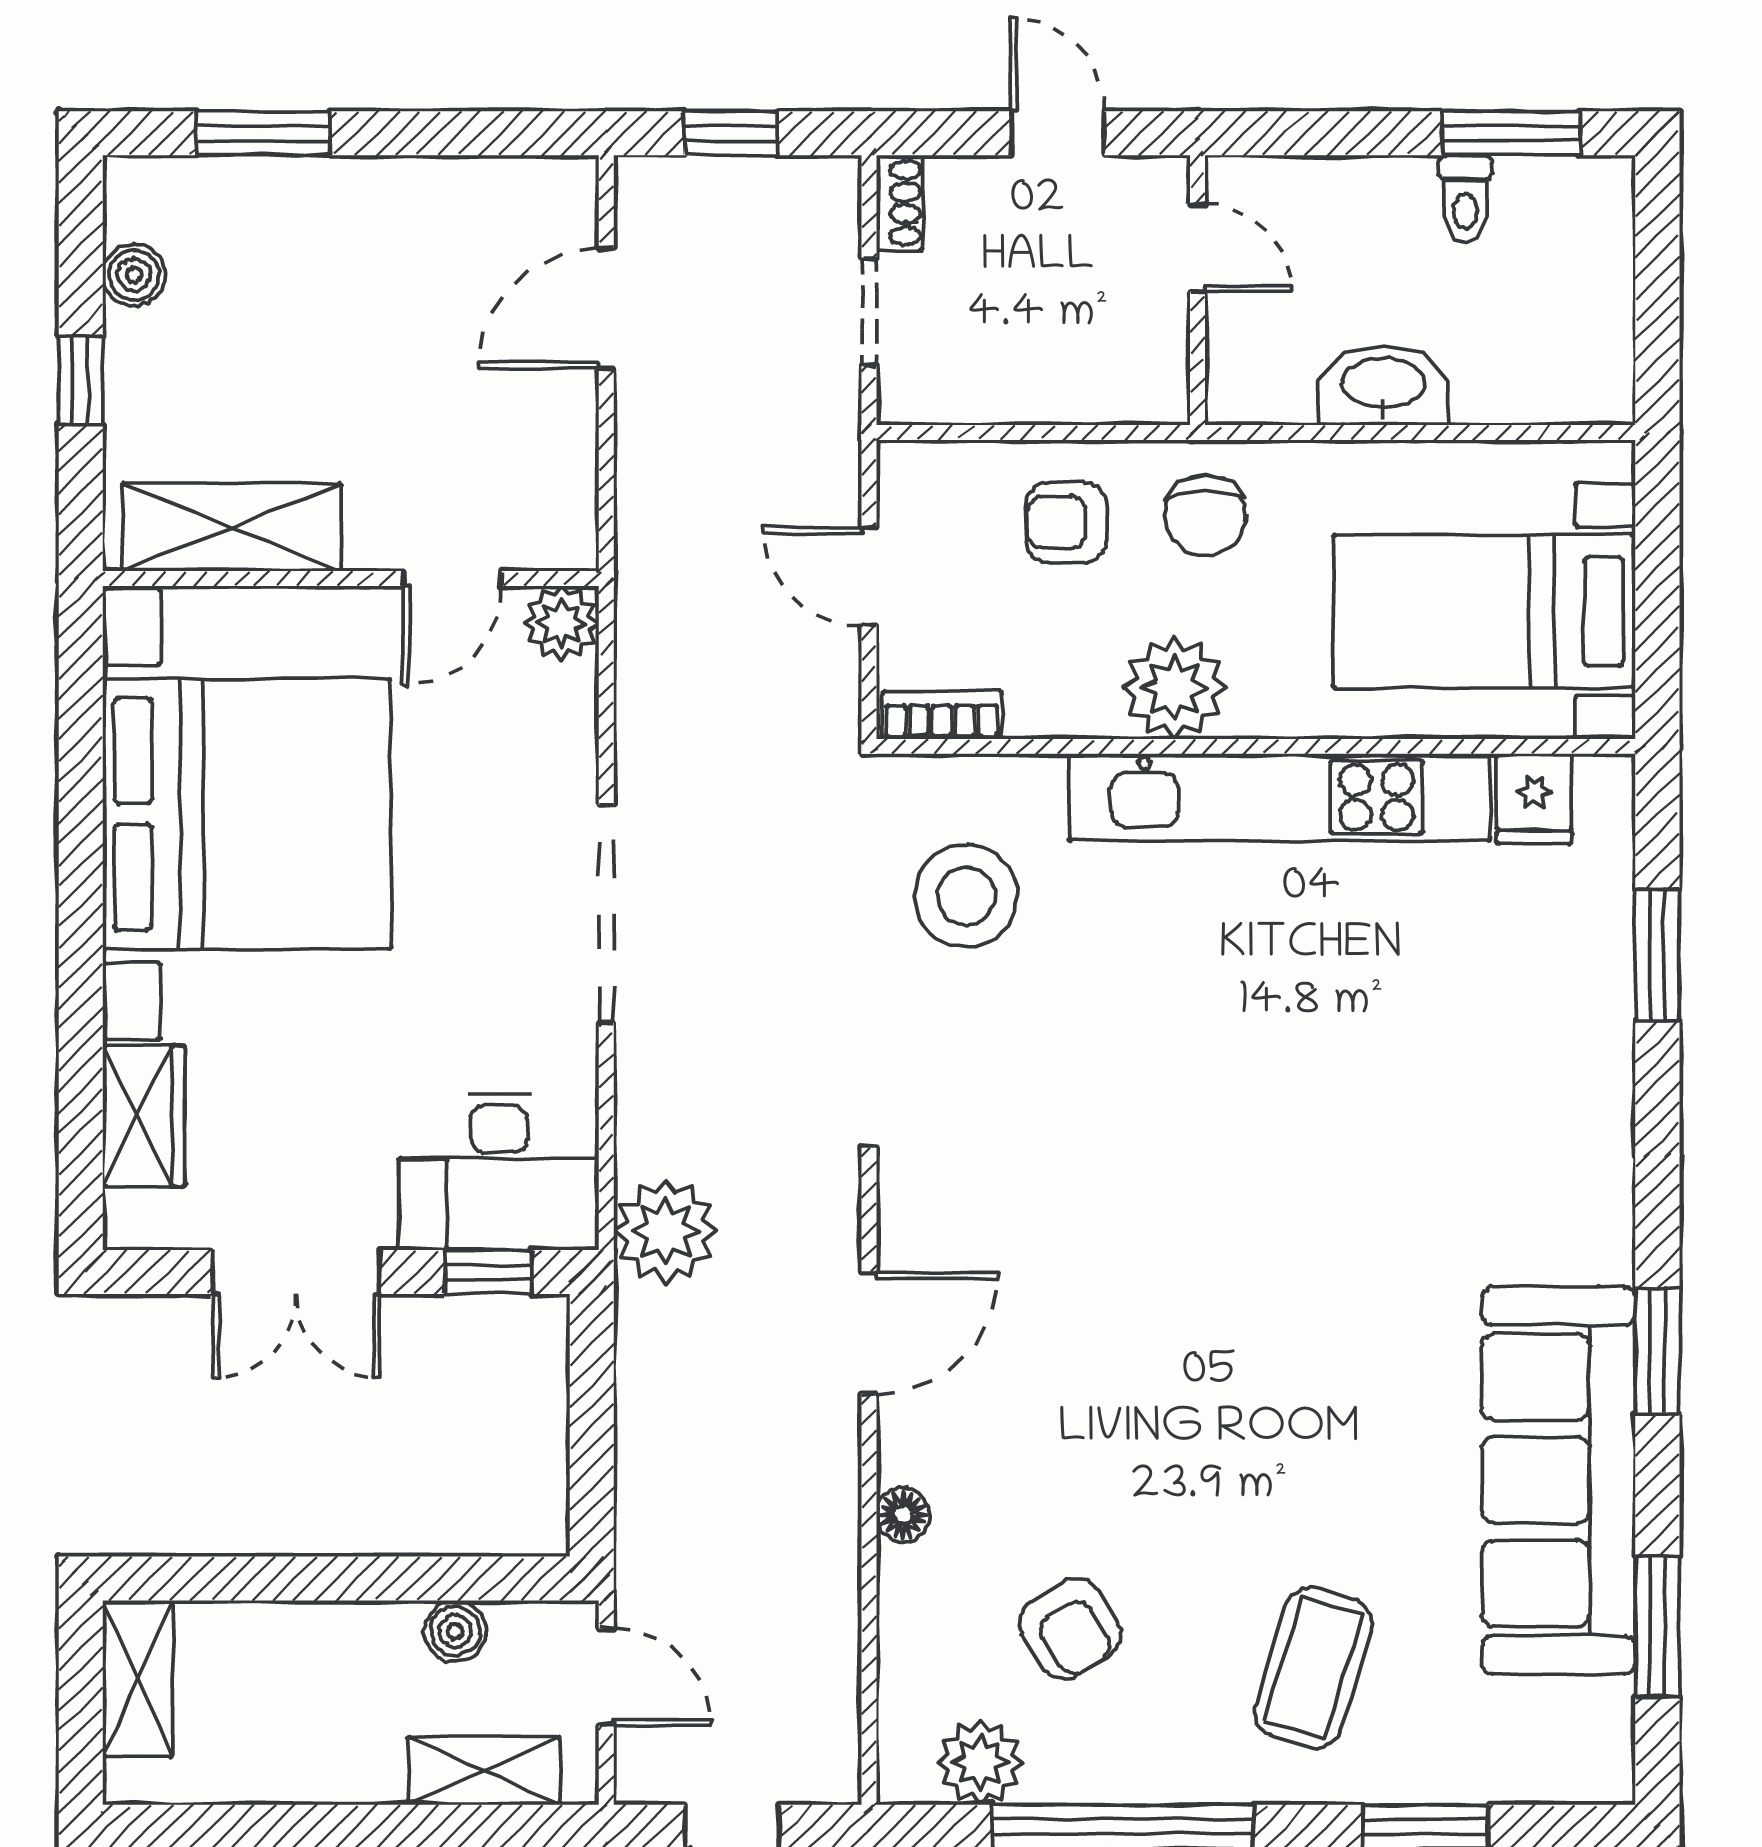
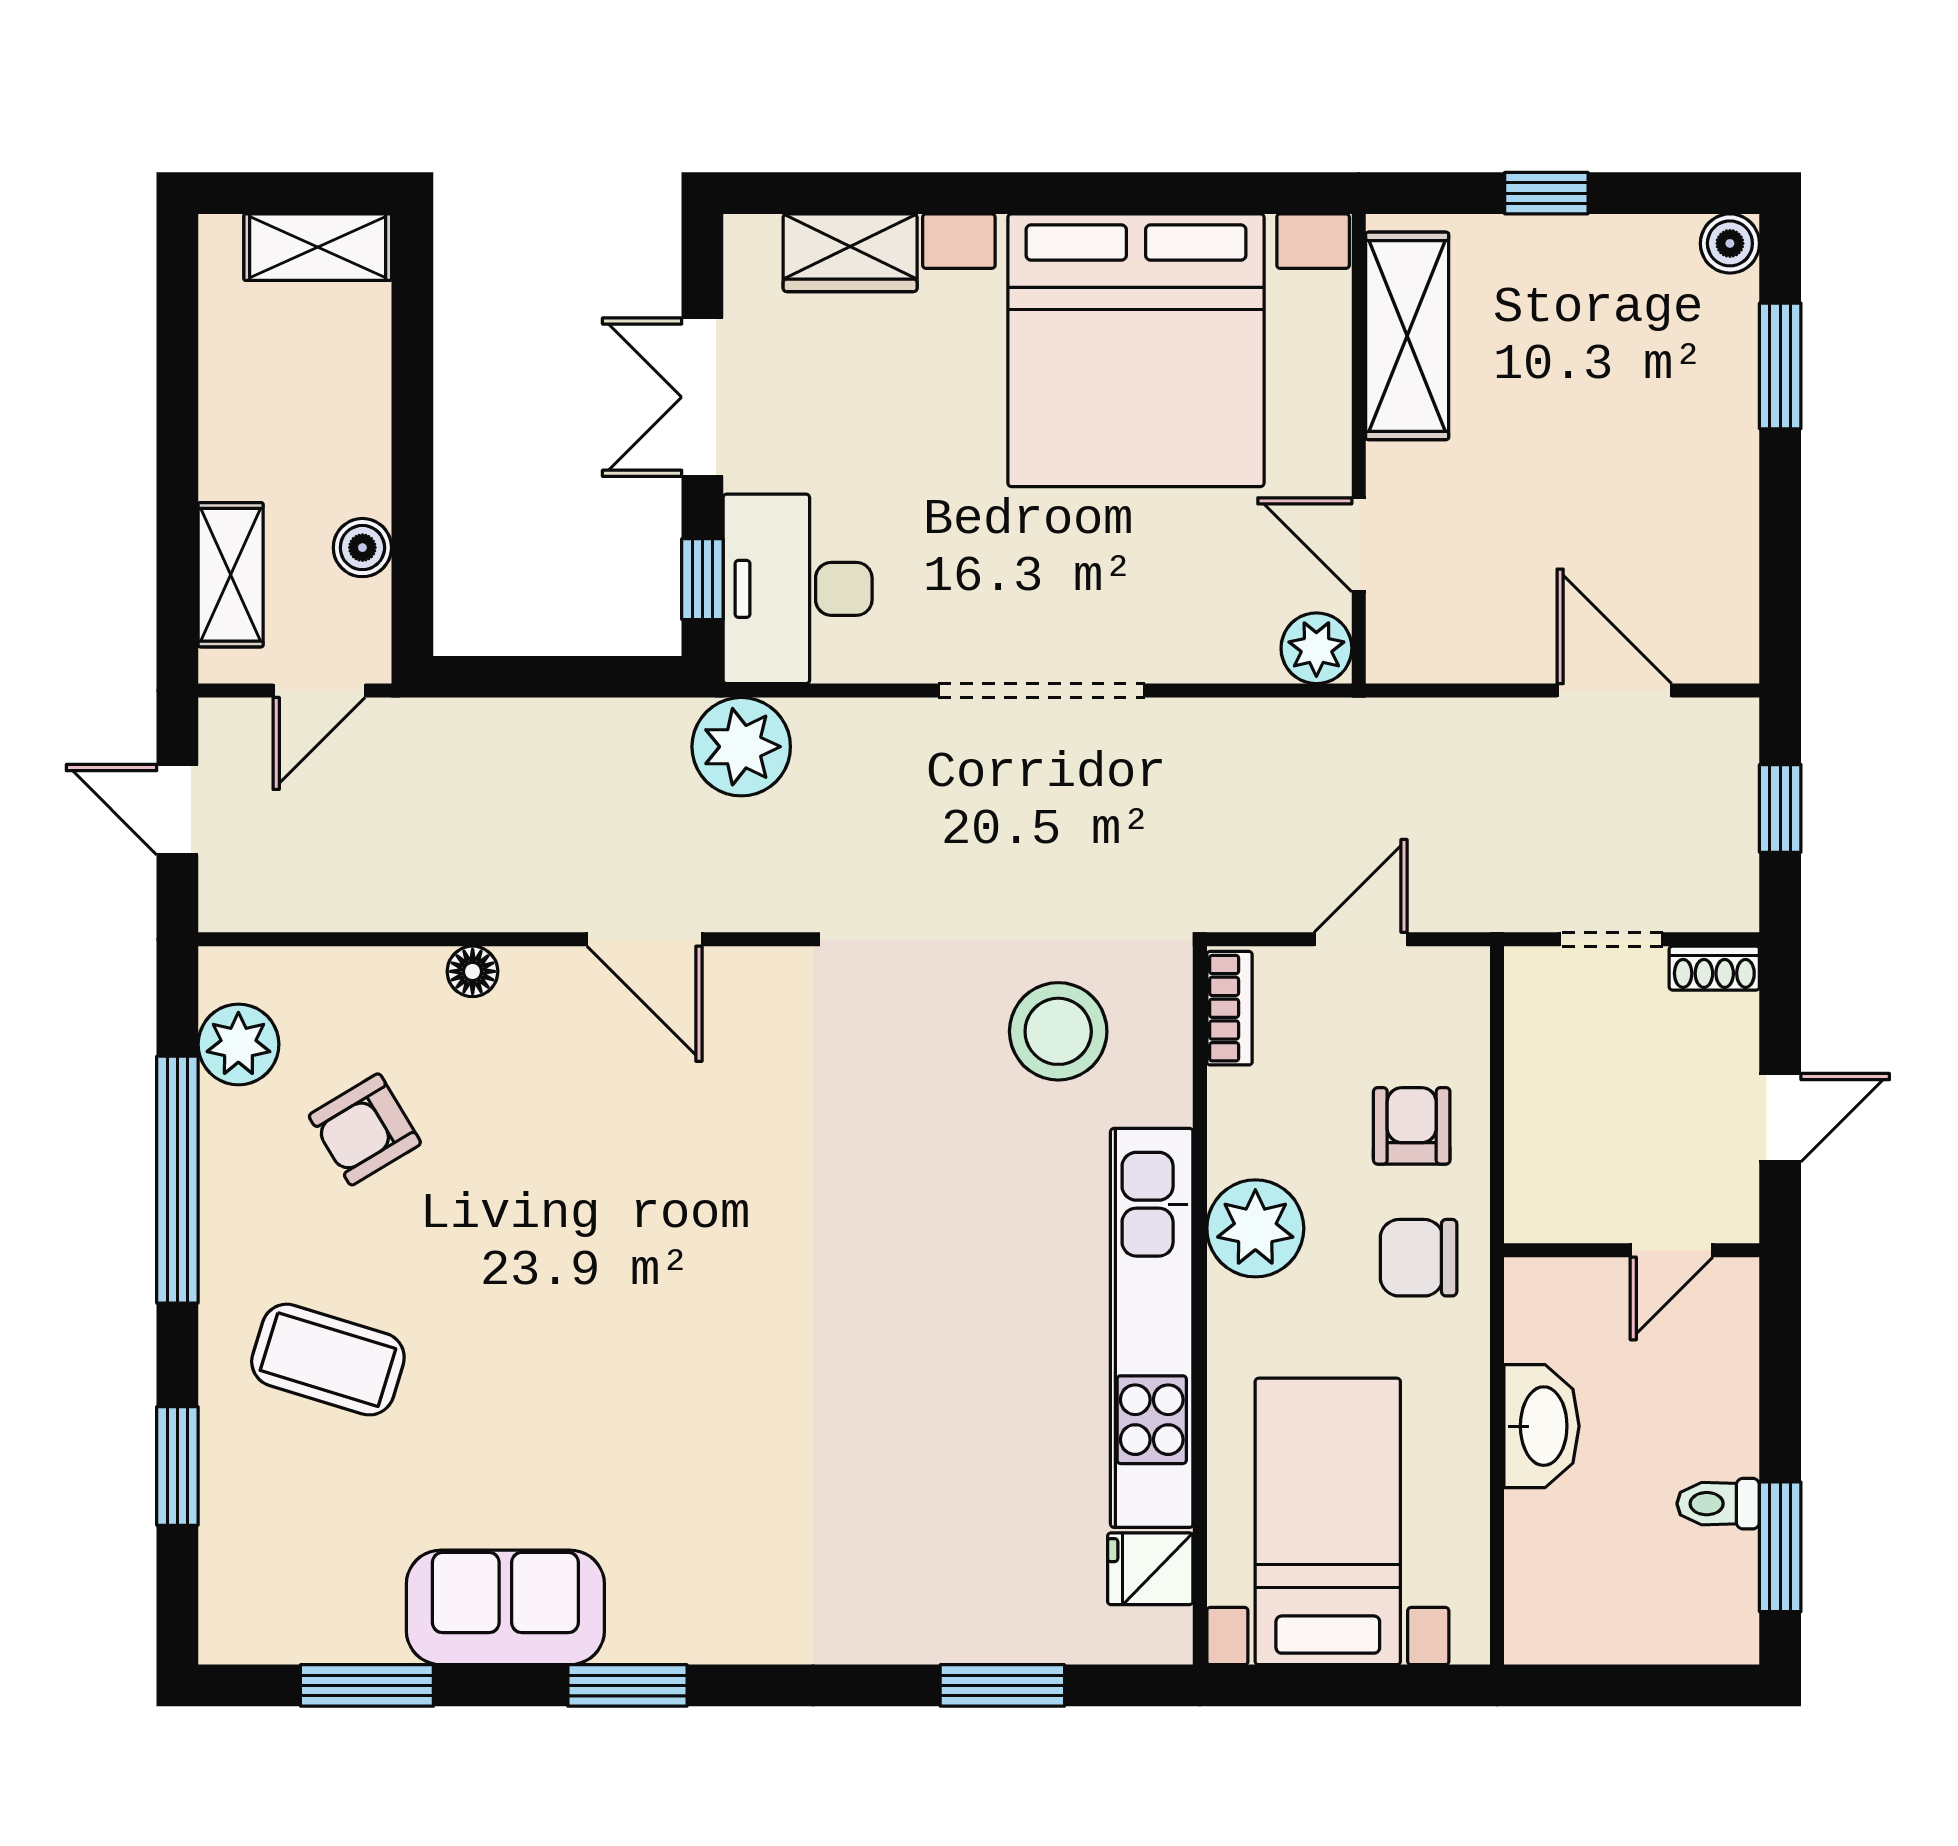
boiler: (134, 275) -> (1730, 243), moved
sofa: (1559, 1480) -> (505, 1607), width x0.54, depth x0.79

